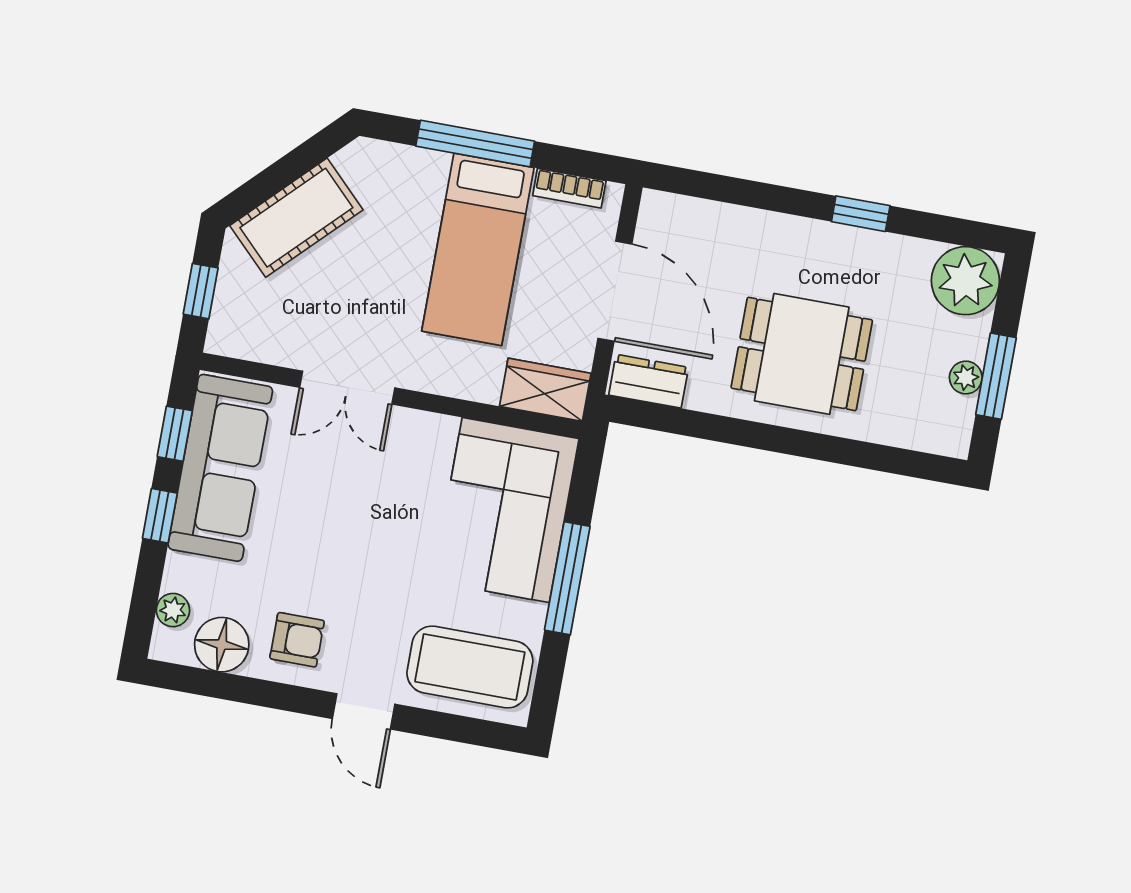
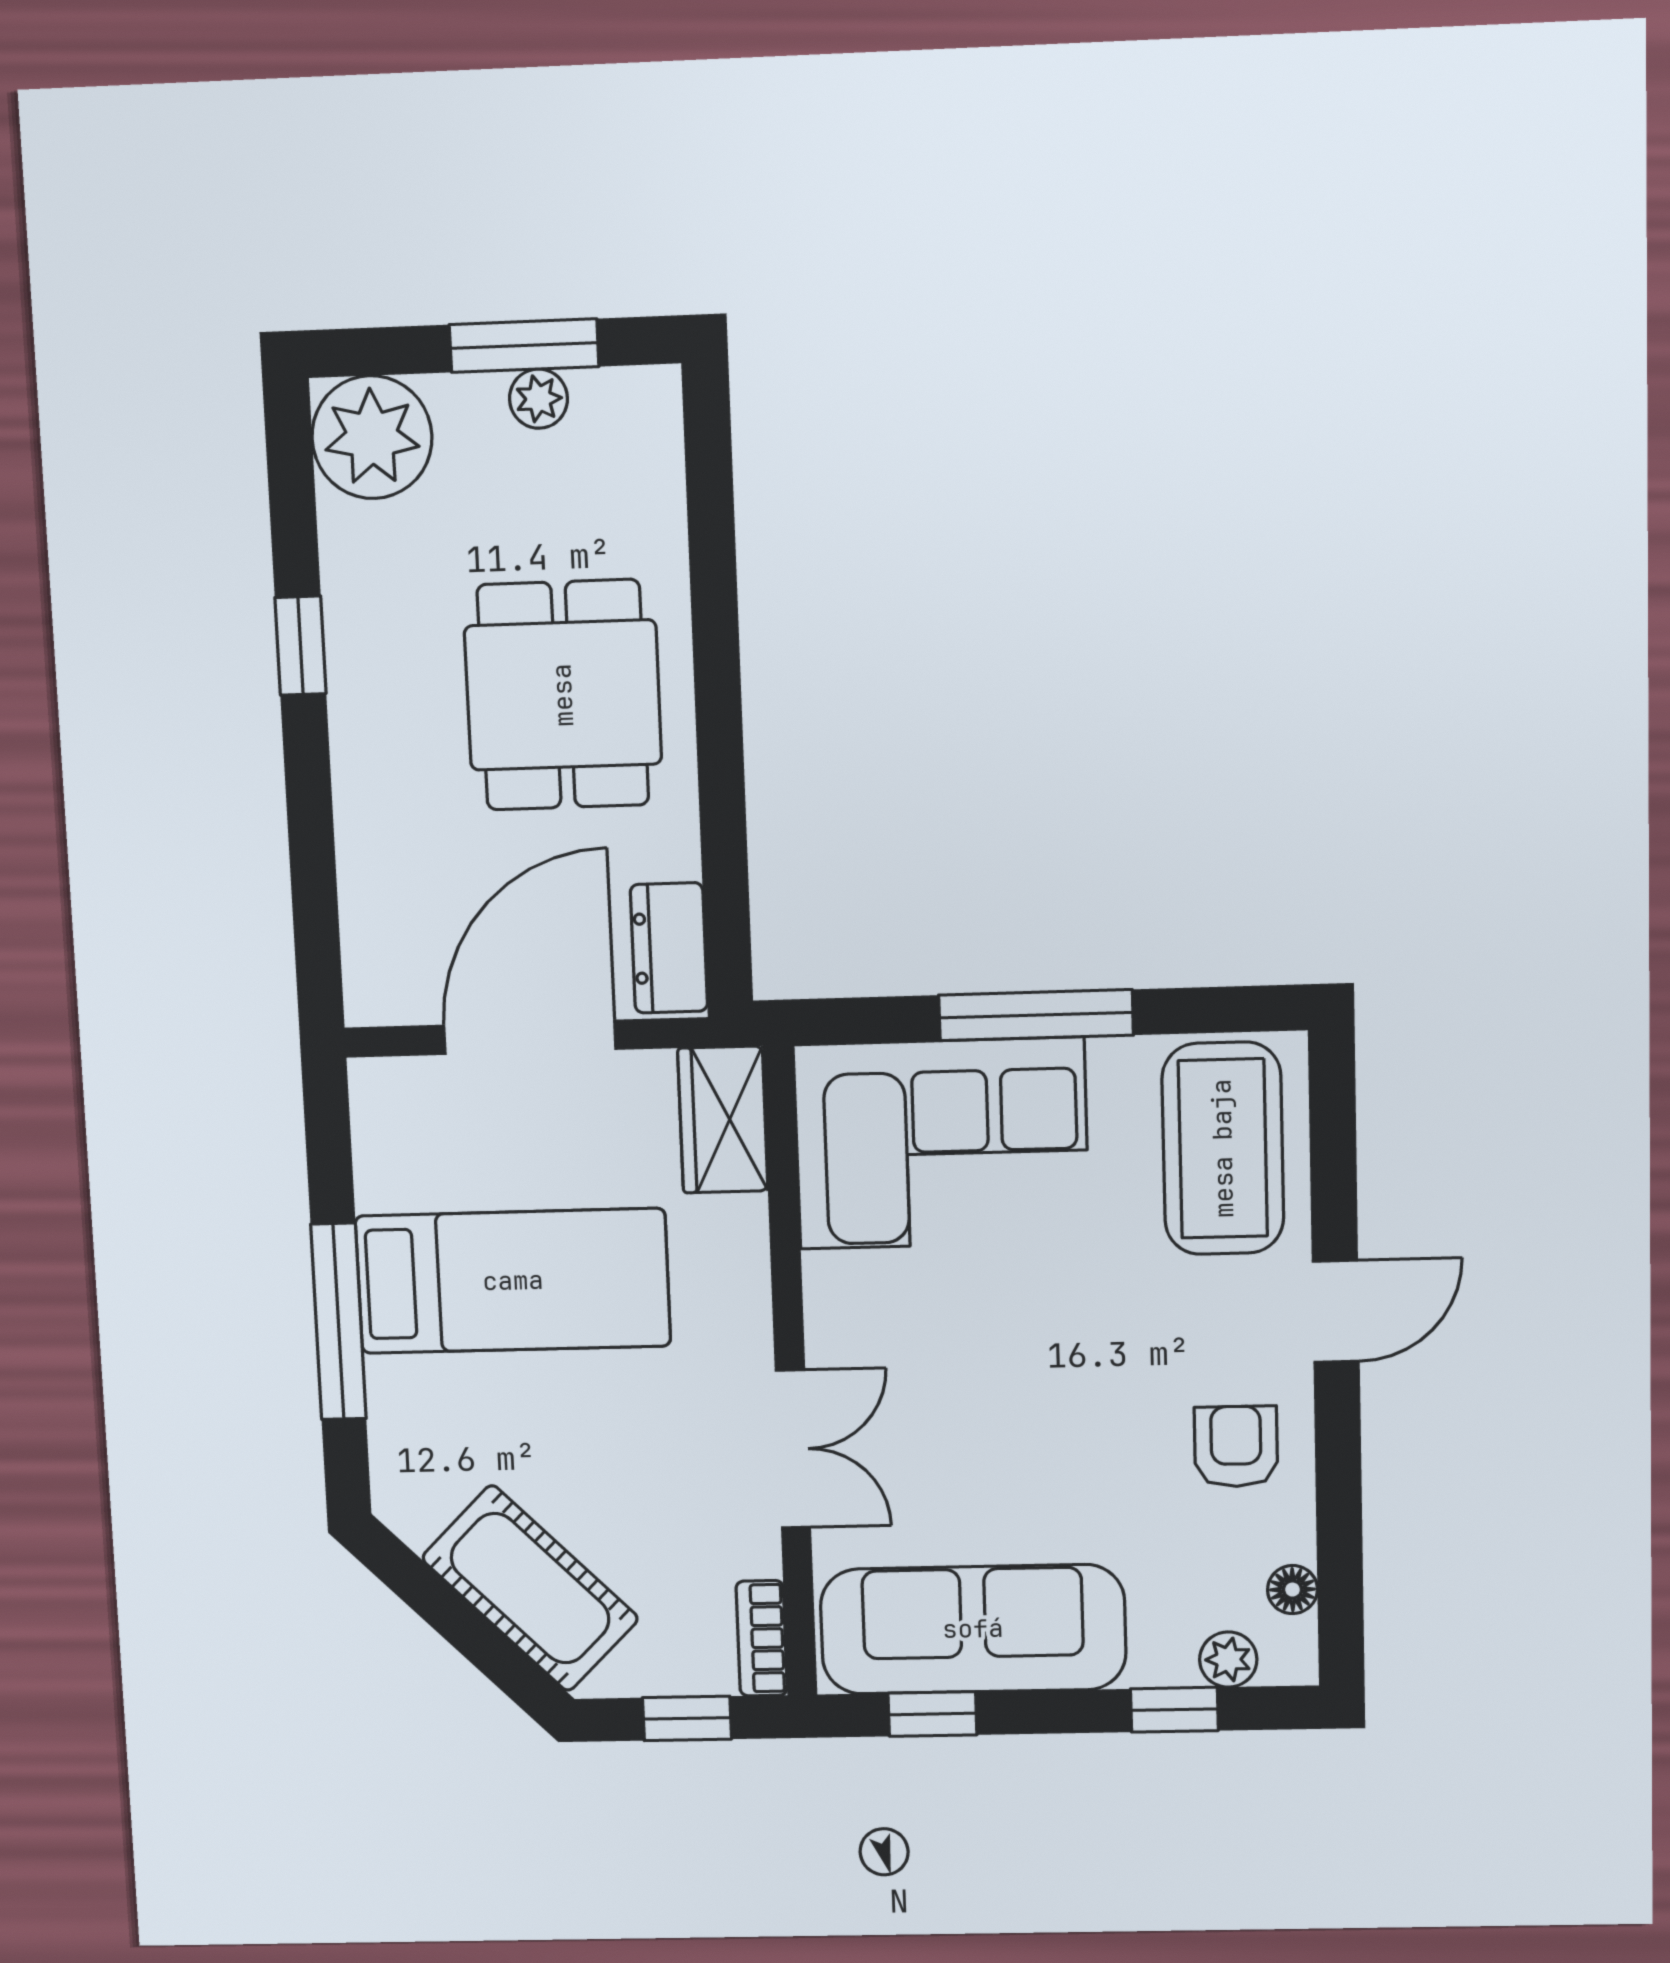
bookcase: (569, 188) -> (762, 1638), moved, turned 180
window: (160, 516) -> (1174, 1710), moved
floor lamp: (222, 645) -> (1292, 1590), width x0.53, depth x0.53

